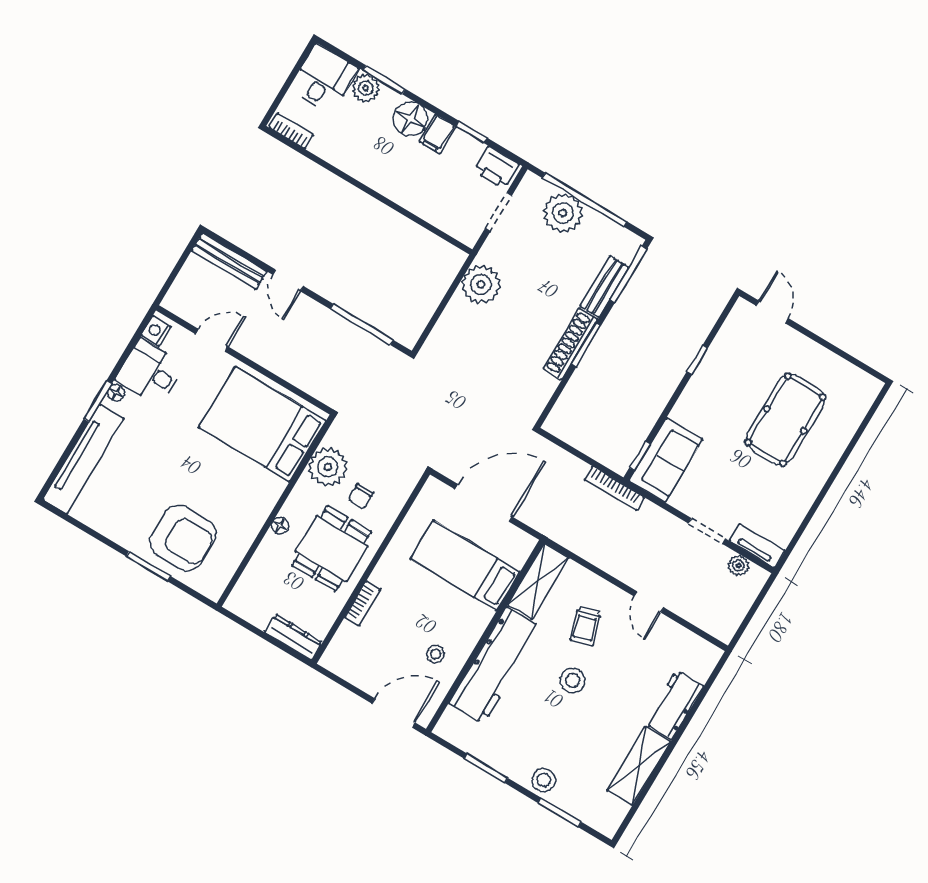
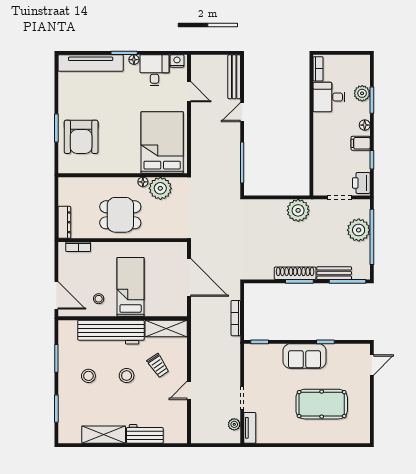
desk: (324, 79) -> (329, 97), moved, turned 180
floor lamp: (410, 119) -> (365, 125), width x0.53, depth x0.53
sofa: (666, 460) -> (305, 356), moved
bookcase: (614, 488) -> (236, 318), moved
chair: (361, 496) -> (155, 214), removed
floor lamp: (280, 526) -> (143, 182), moved
bed: (465, 565) -> (131, 287), moved
bookcase: (363, 603) -> (78, 247), moved
trolley: (586, 625) -> (158, 366), turned -106
stool: (544, 780) -> (88, 376), moved

